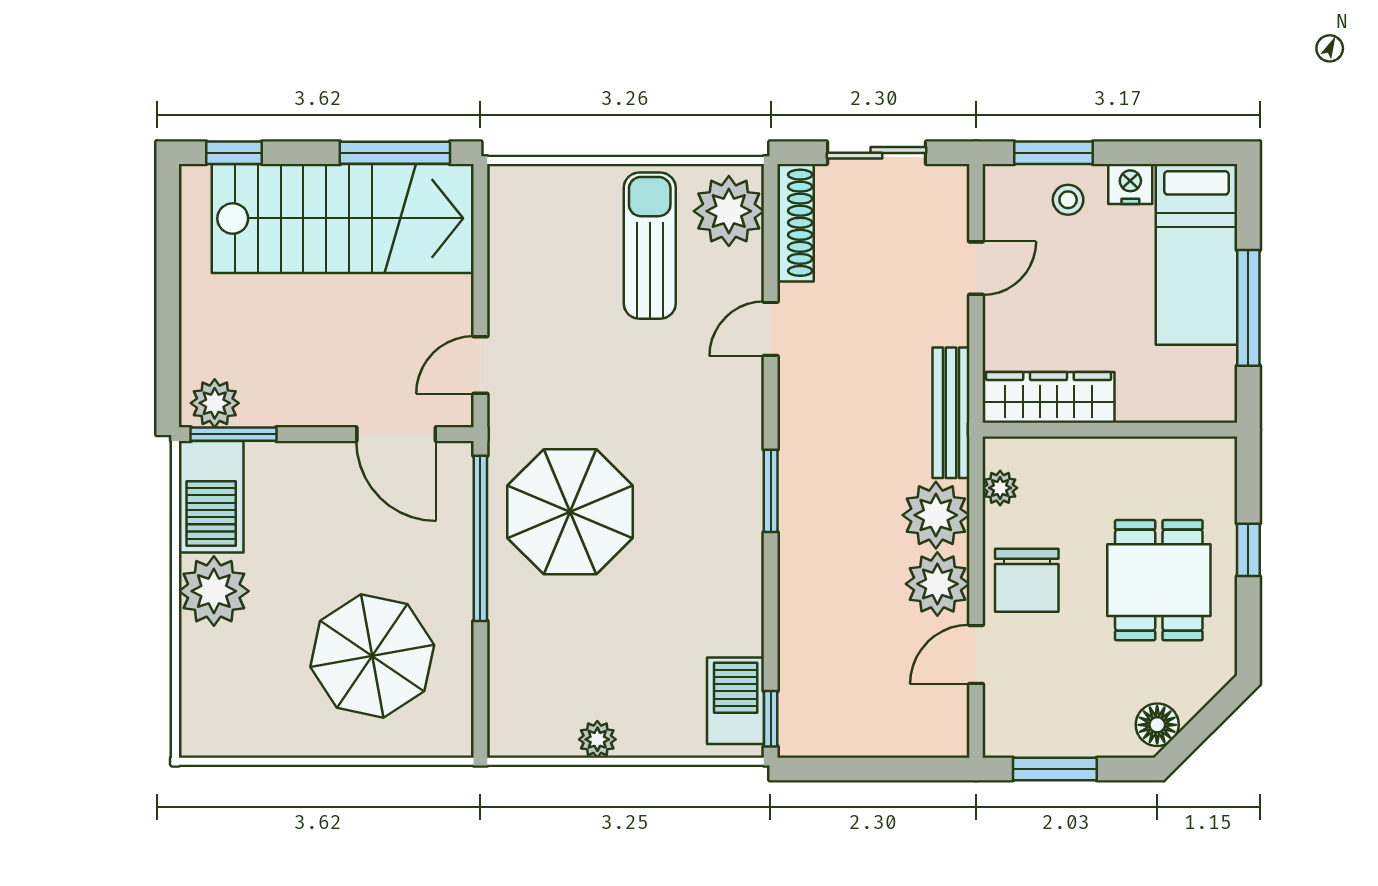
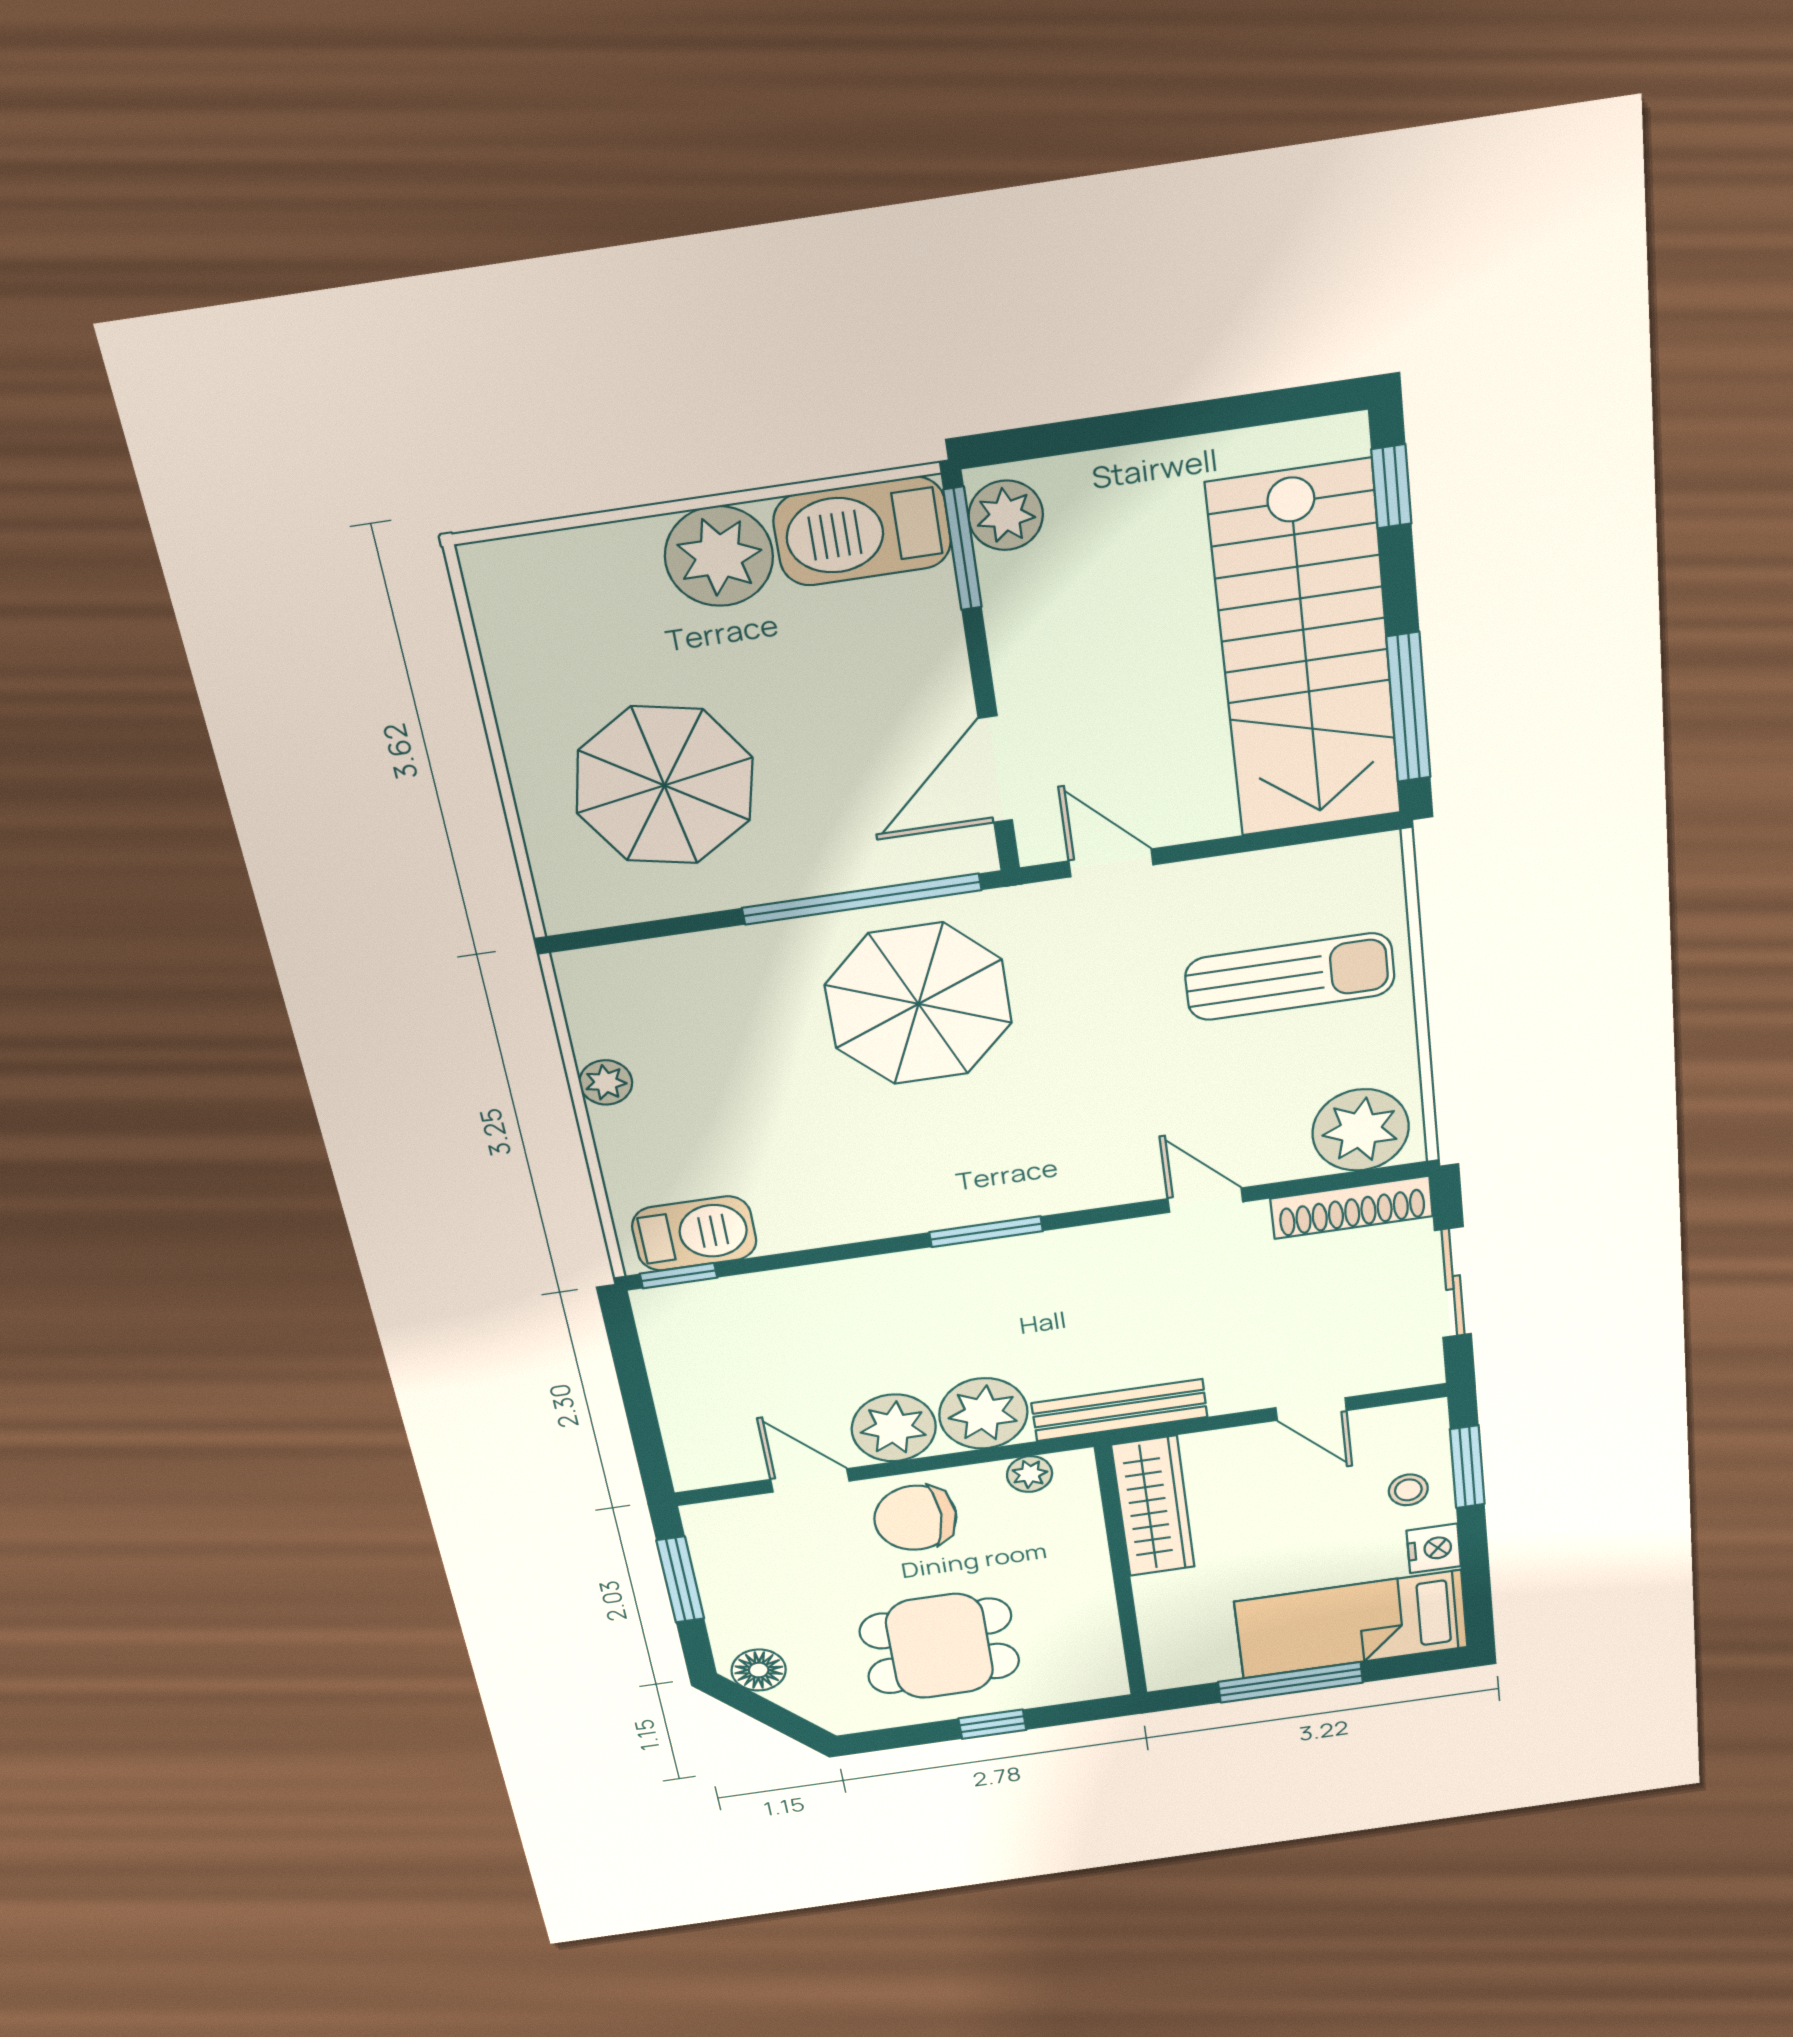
sun lounger: (650, 246) -> (1290, 977), moved

